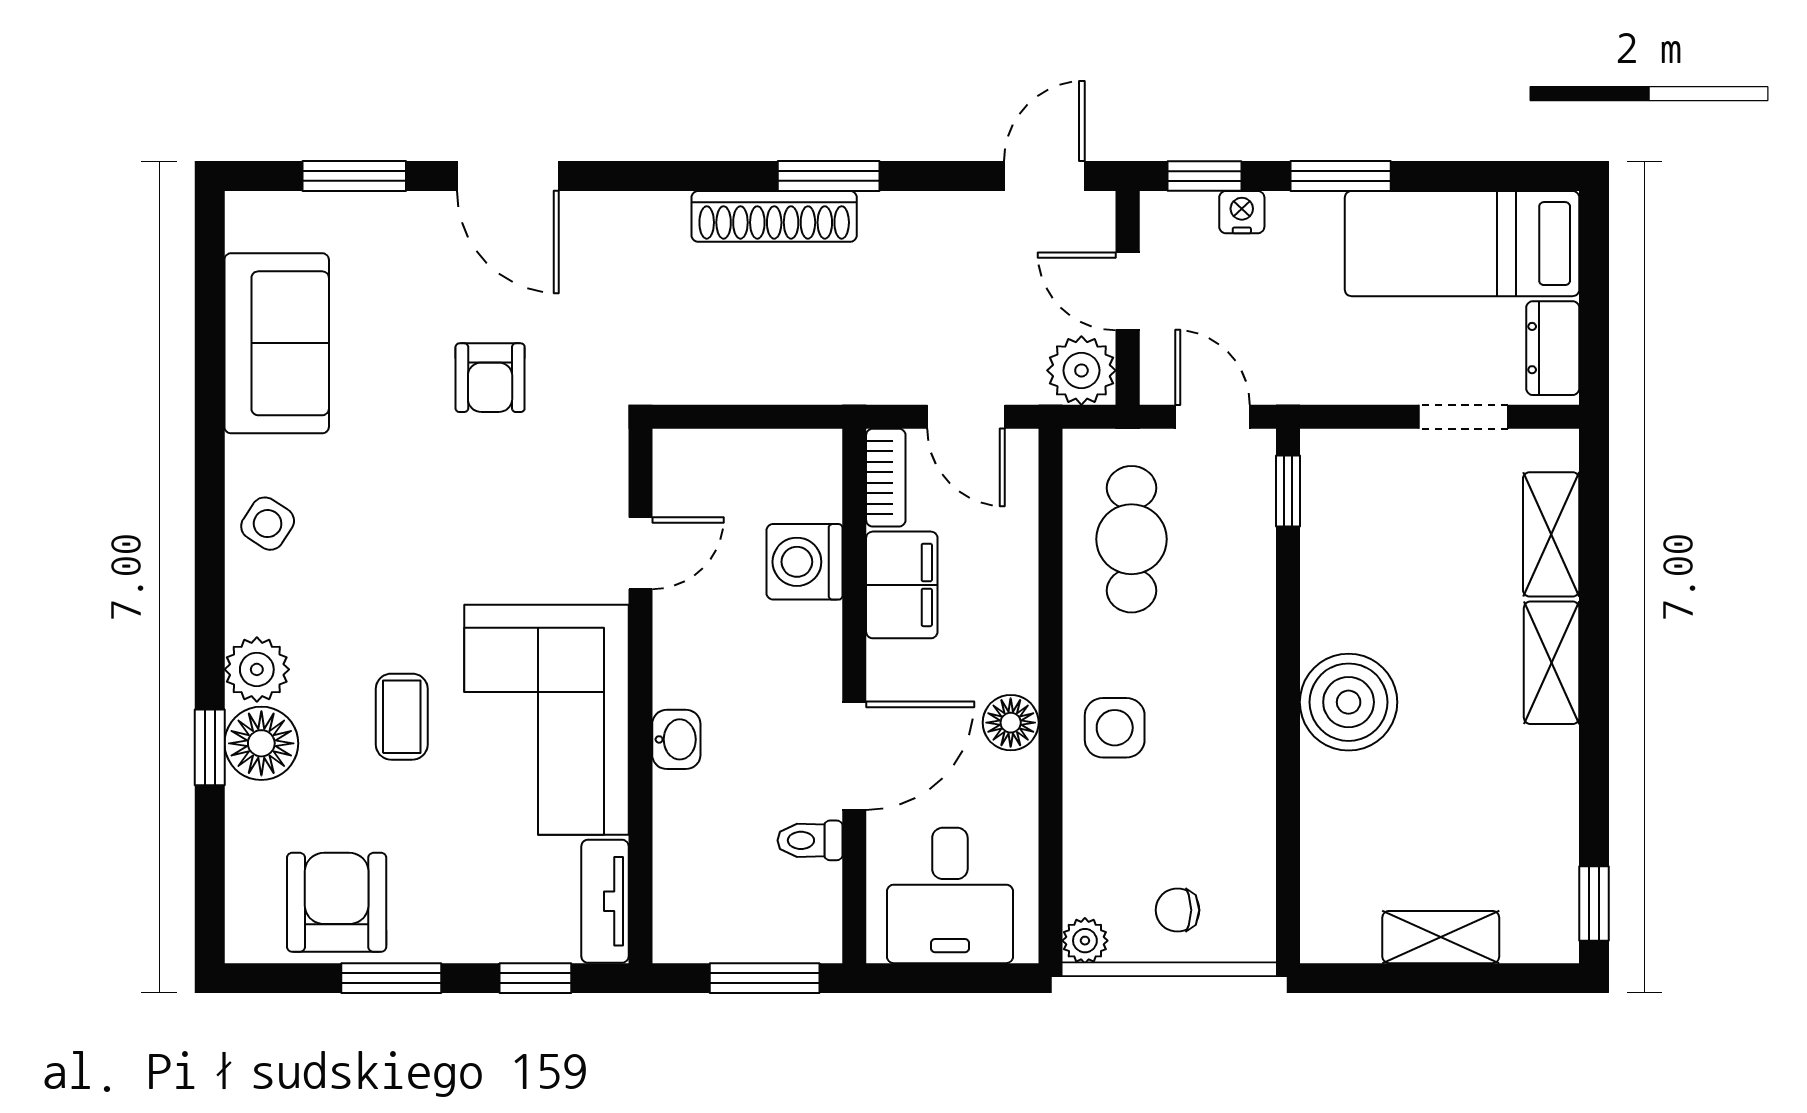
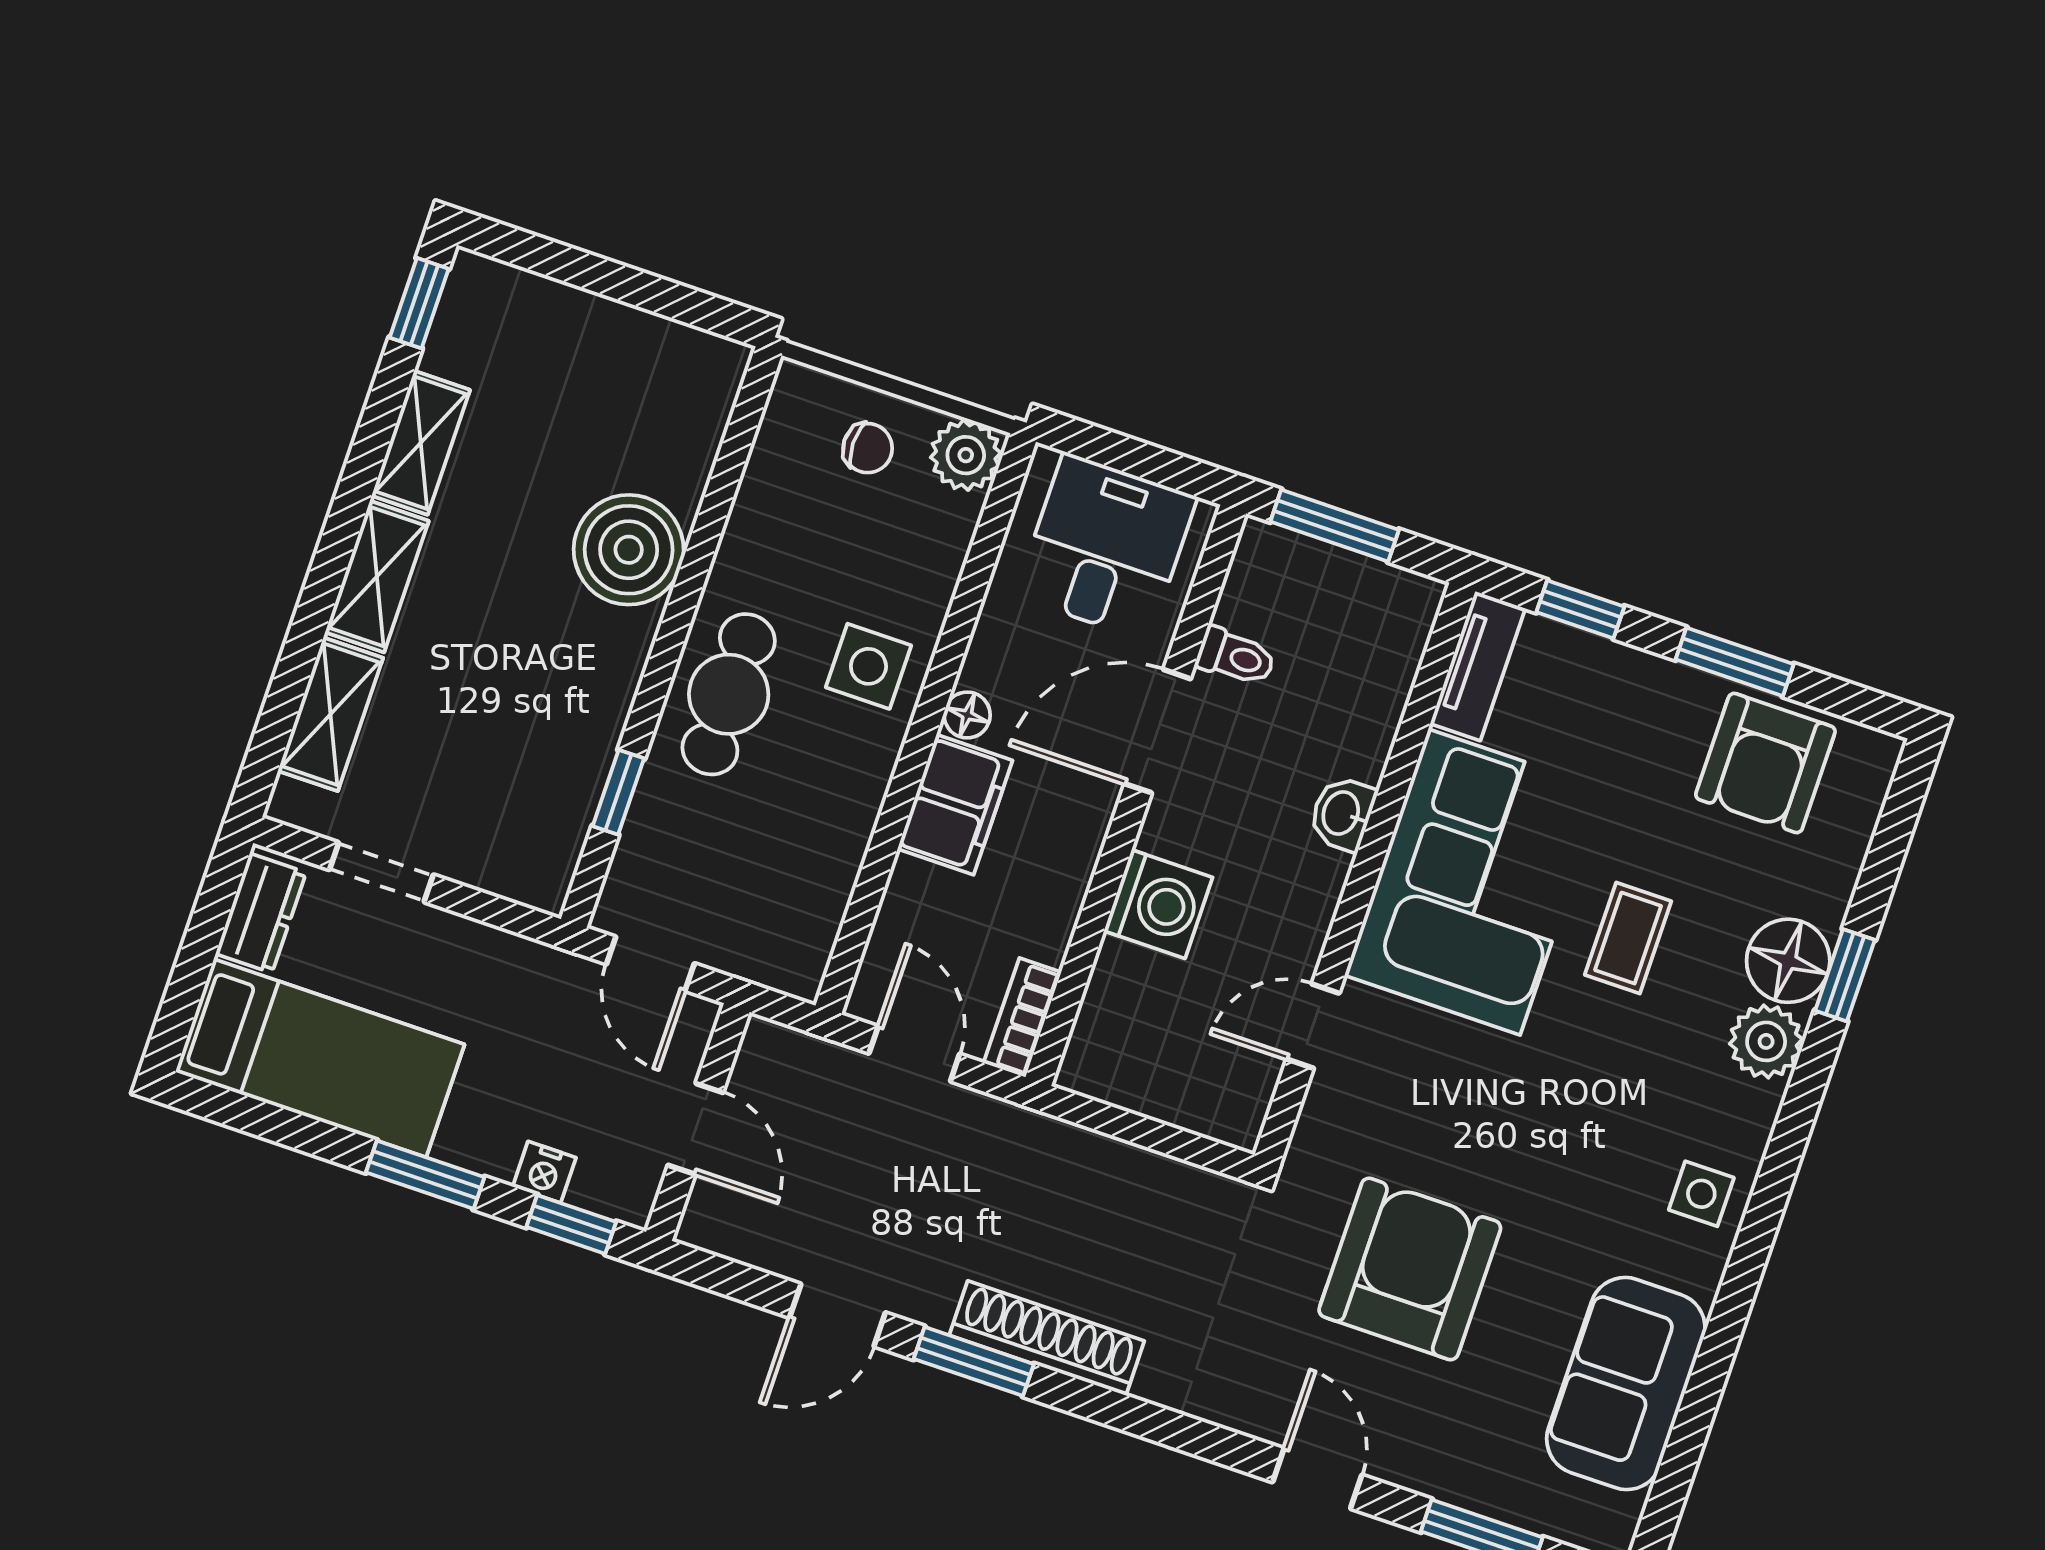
door: (508, 176) -> (1317, 1478), width x0.73
door: (1044, 176) -> (837, 1315), moved
plant: (1081, 370) -> (774, 1061), removed
armchair: (490, 378) -> (1410, 1269), width x1.88, depth x1.88
window: (1288, 491) -> (618, 792), moved
side table: (268, 524) -> (1701, 1194), turned -33
cafe table: (1131, 539) -> (729, 694), moved
washing machine: (804, 562) -> (1158, 904), moved
filing cabinet: (902, 585) -> (955, 805), moved, turned 180
boiler: (1349, 702) -> (629, 550), moved
floor lamp: (1011, 723) -> (967, 715), width x0.73, depth x0.73
shelving: (1441, 937) -> (421, 443), moved, turned 90
plant: (1085, 941) -> (966, 455), width x1.38, depth x1.38

